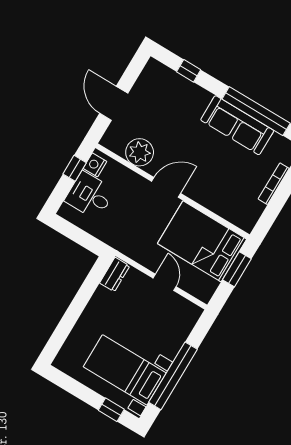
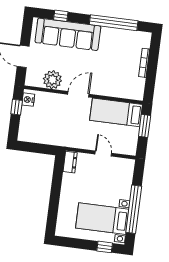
sofa: (237, 125) -> (68, 34), moved, width x1.36, depth x1.27
desk: (90, 196) -> (33, 120), removed
bed: (202, 241) -> (116, 112), width x0.67

